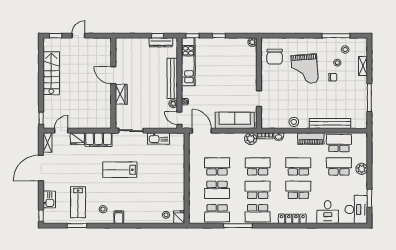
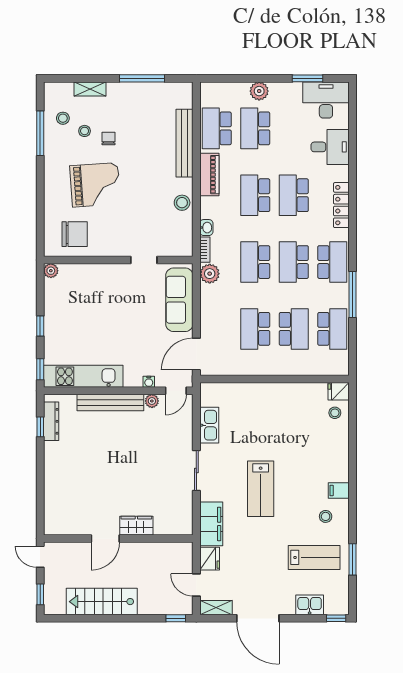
door: (113, 75) -> (105, 539), moved
wall: (113, 83) -> (118, 539), moved
wardrobe: (121, 94) -> (136, 526), moved

